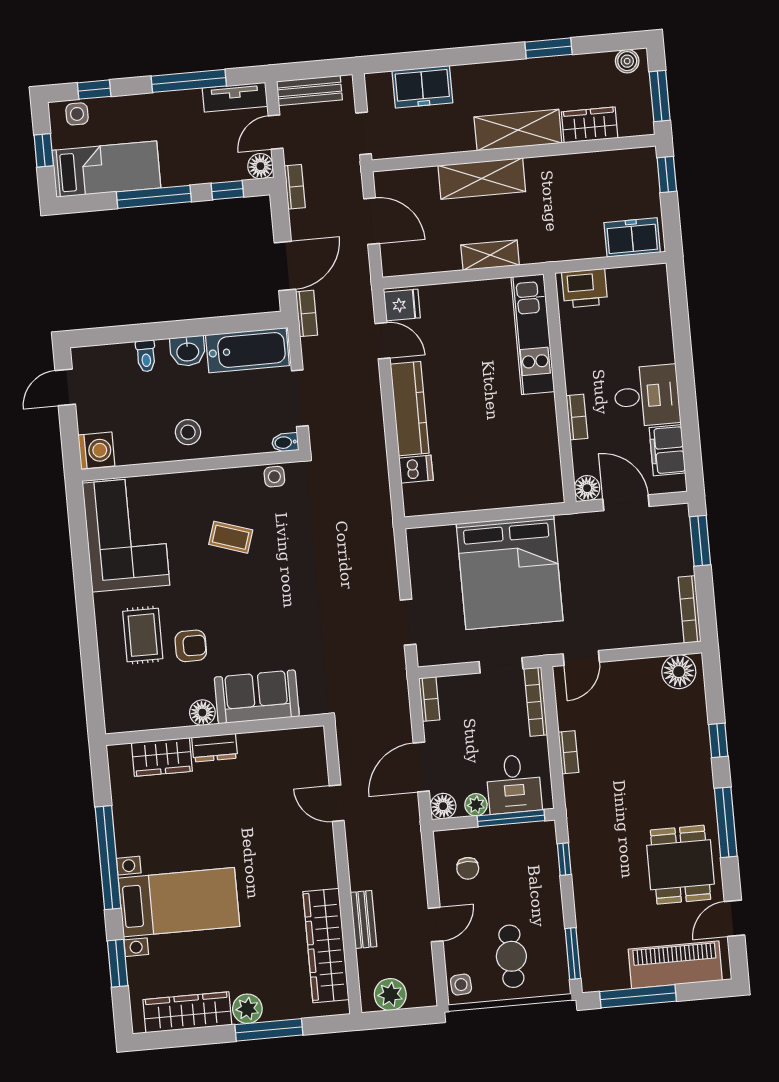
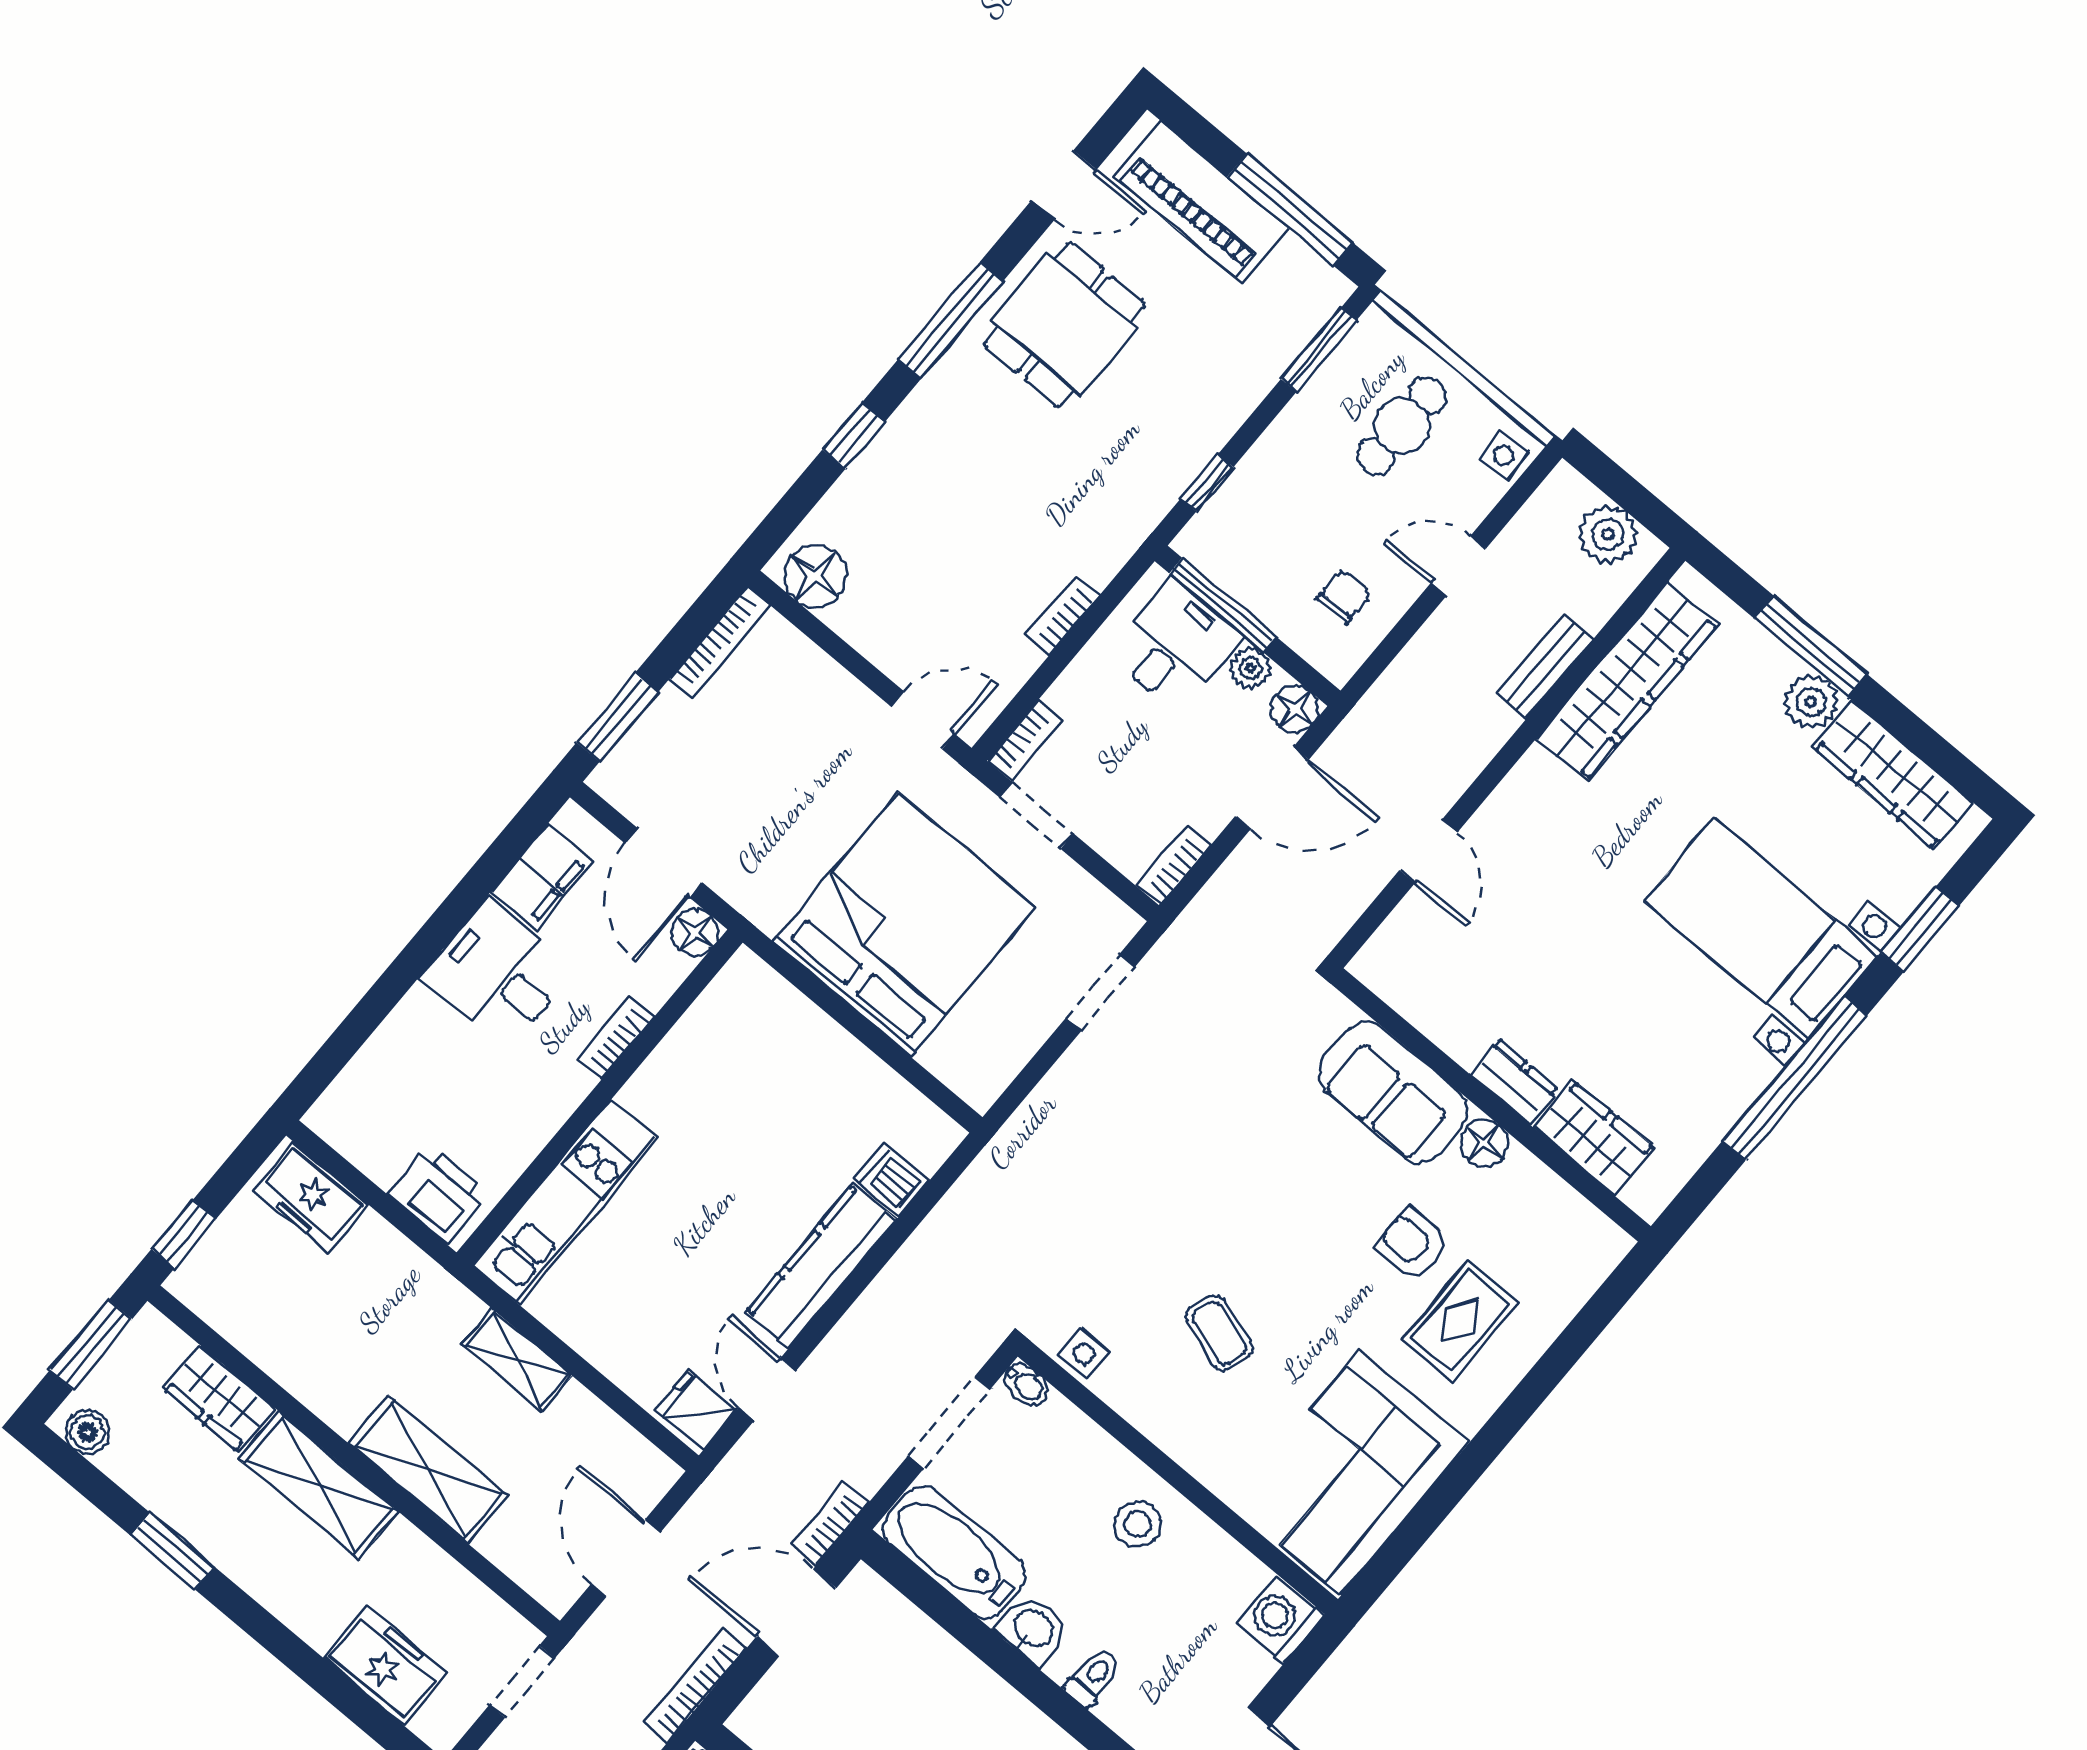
bookcase: (295, 187) -> (695, 1685), width x1.56
bookcase: (536, 702) -> (1025, 740), width x0.64

